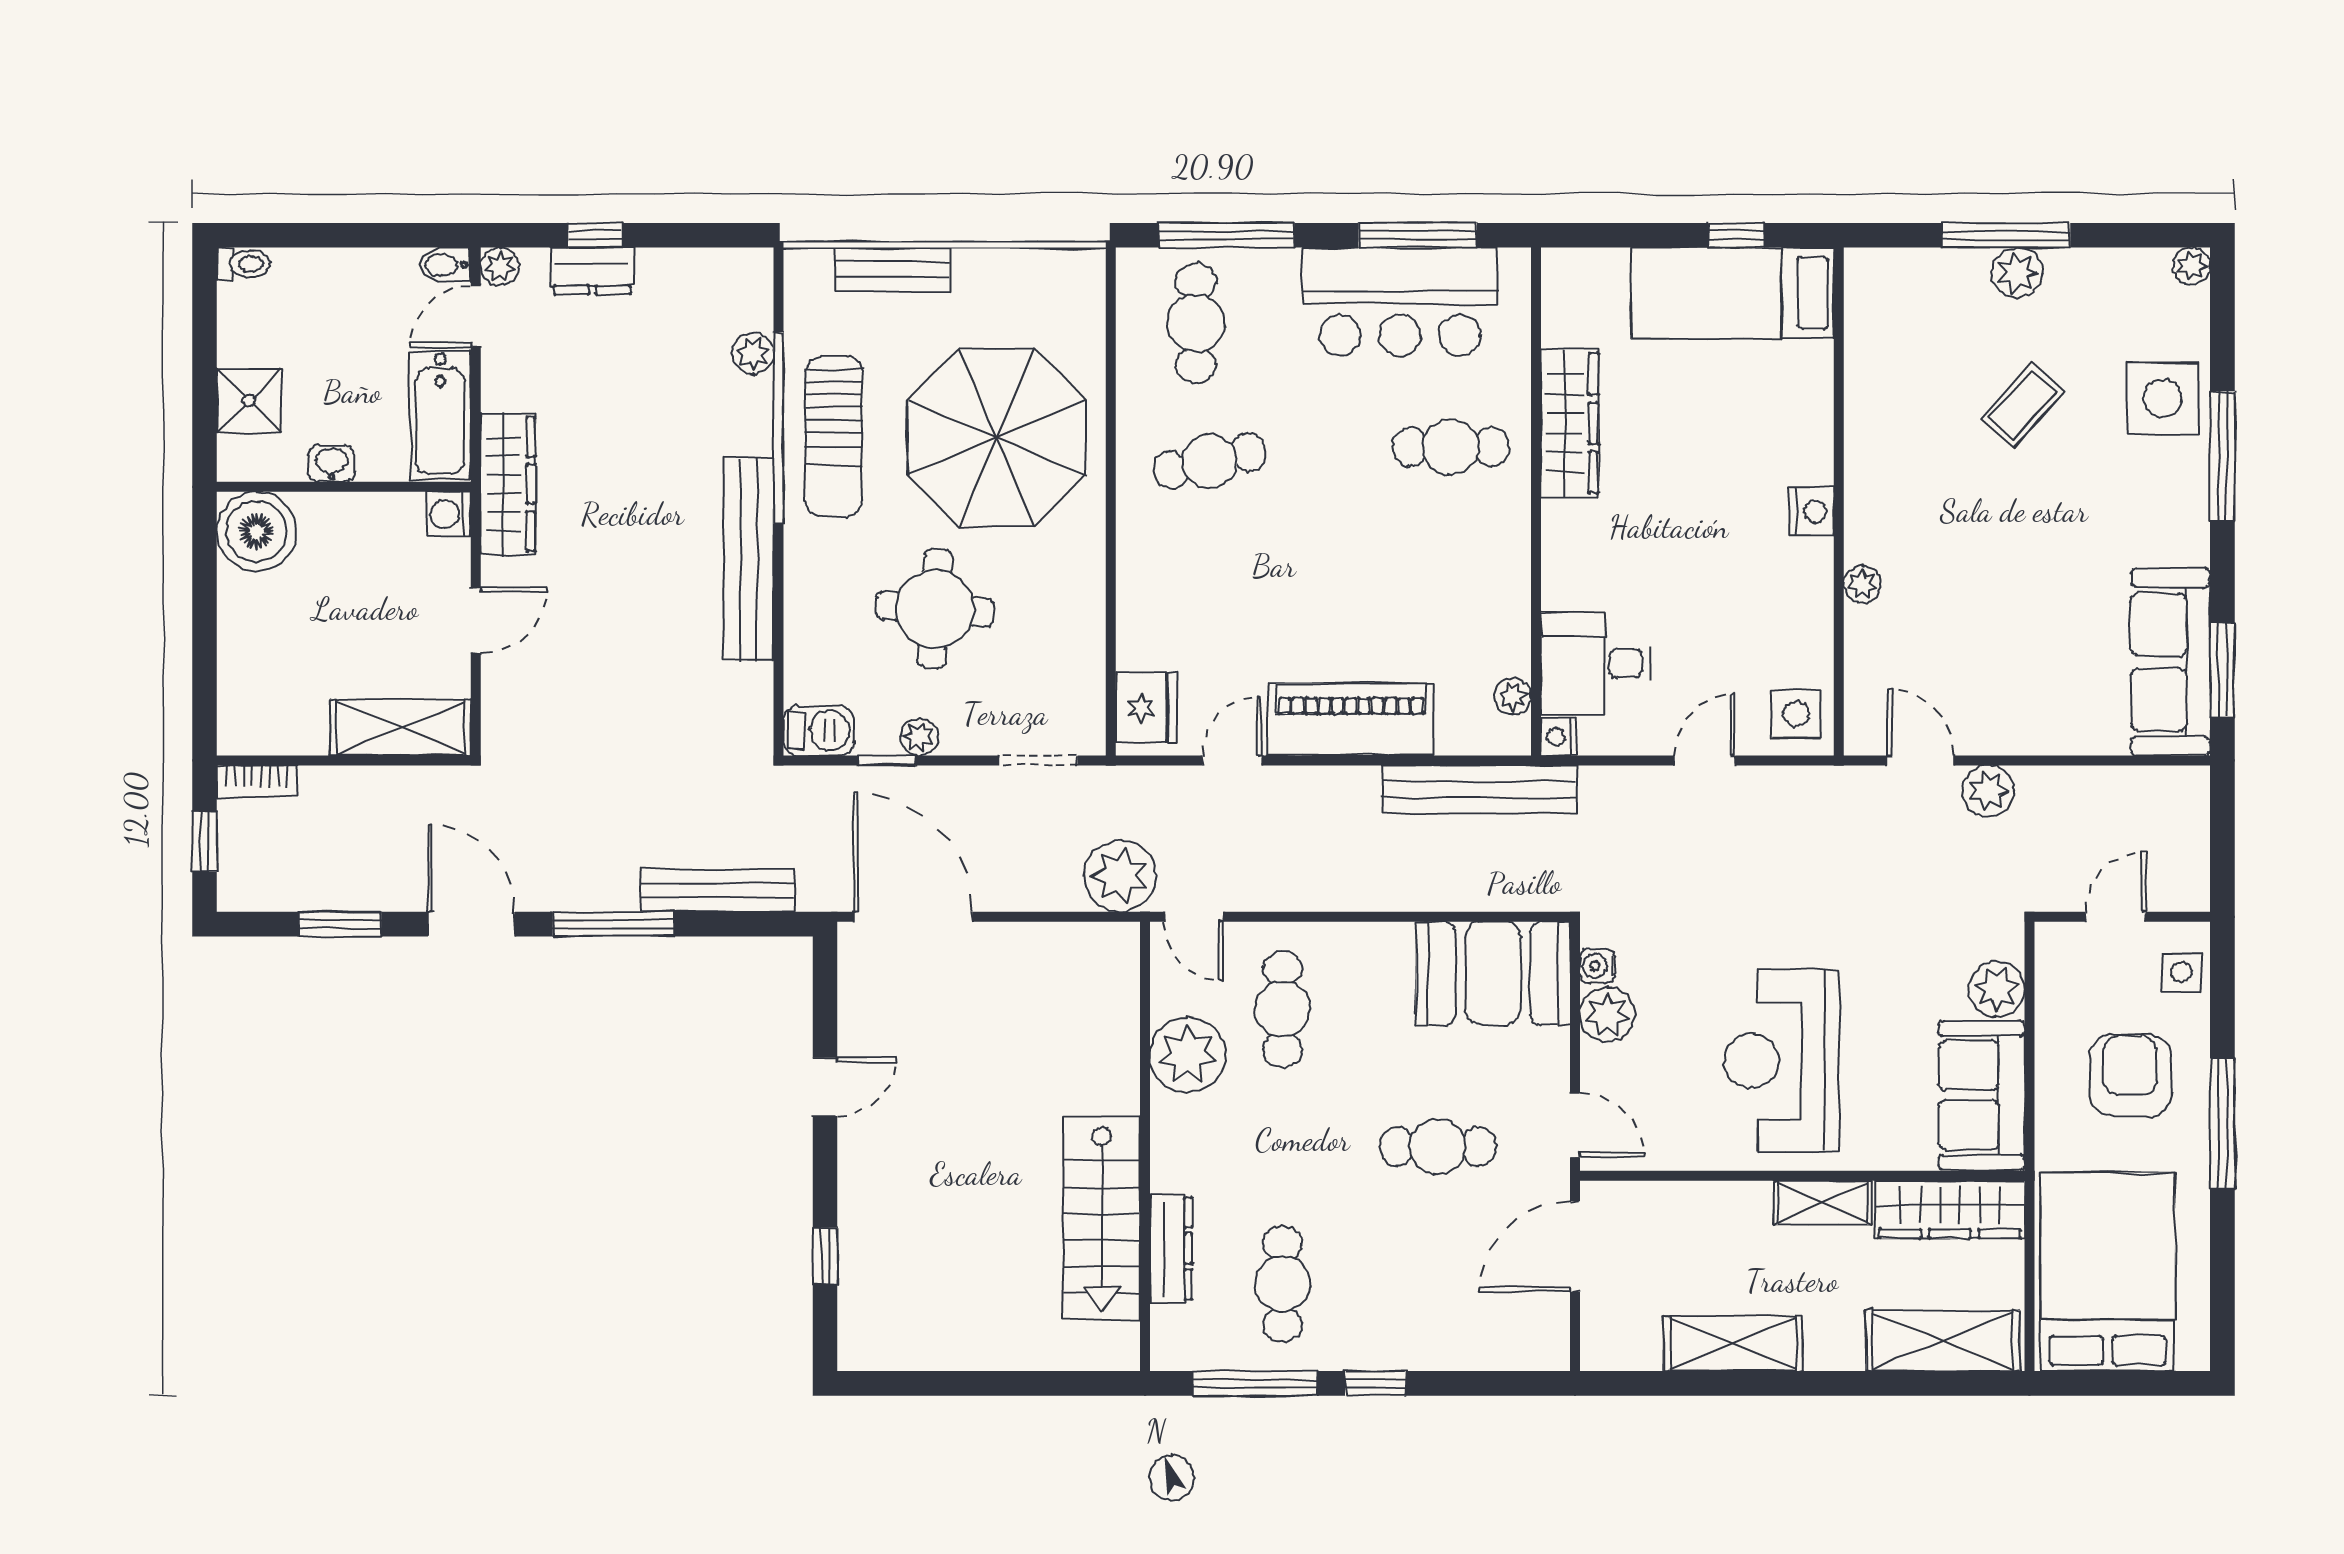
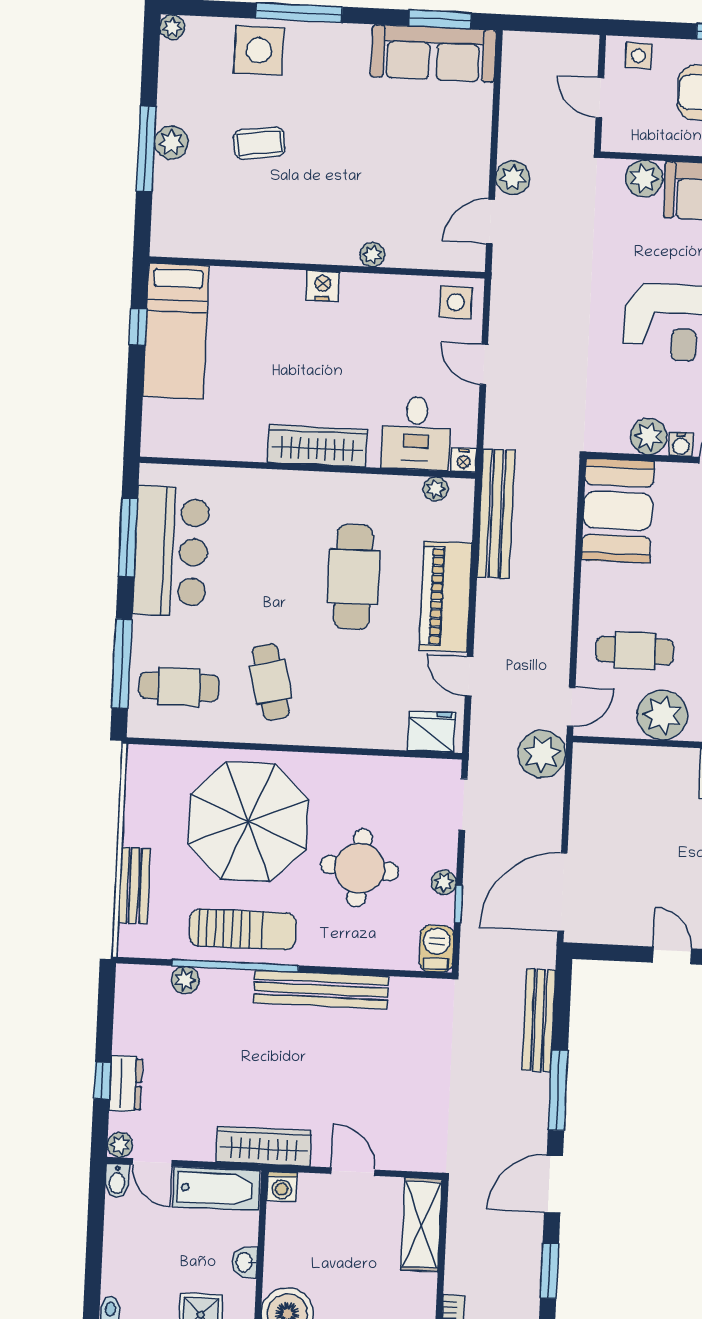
coffee table: (2023, 406) -> (259, 143), turned -51
wardrobe: (1569, 423) -> (317, 446), moved
cafe table: (1451, 447) -> (353, 577), moved, width x1.37, depth x1.35
water cooler: (1598, 966) -> (681, 444), moved

